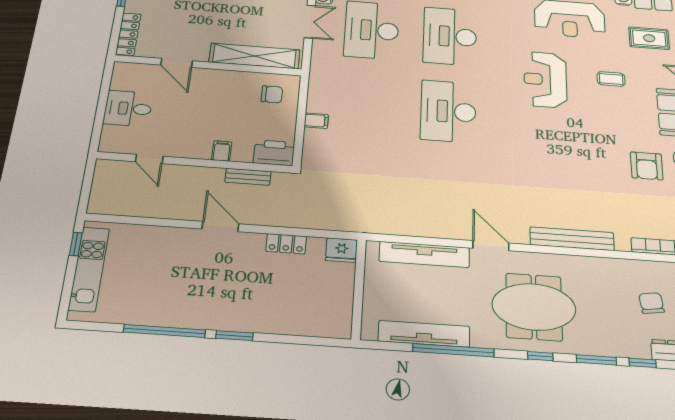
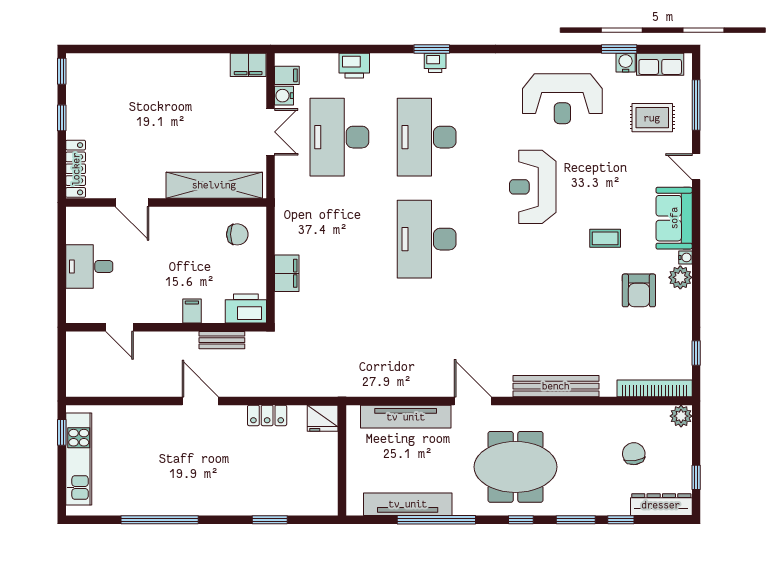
coffee table: (611, 79) -> (605, 238), moved
filing cabinet: (316, 121) -> (287, 273), width x2.00
window: (234, 336) -> (270, 520), moved

